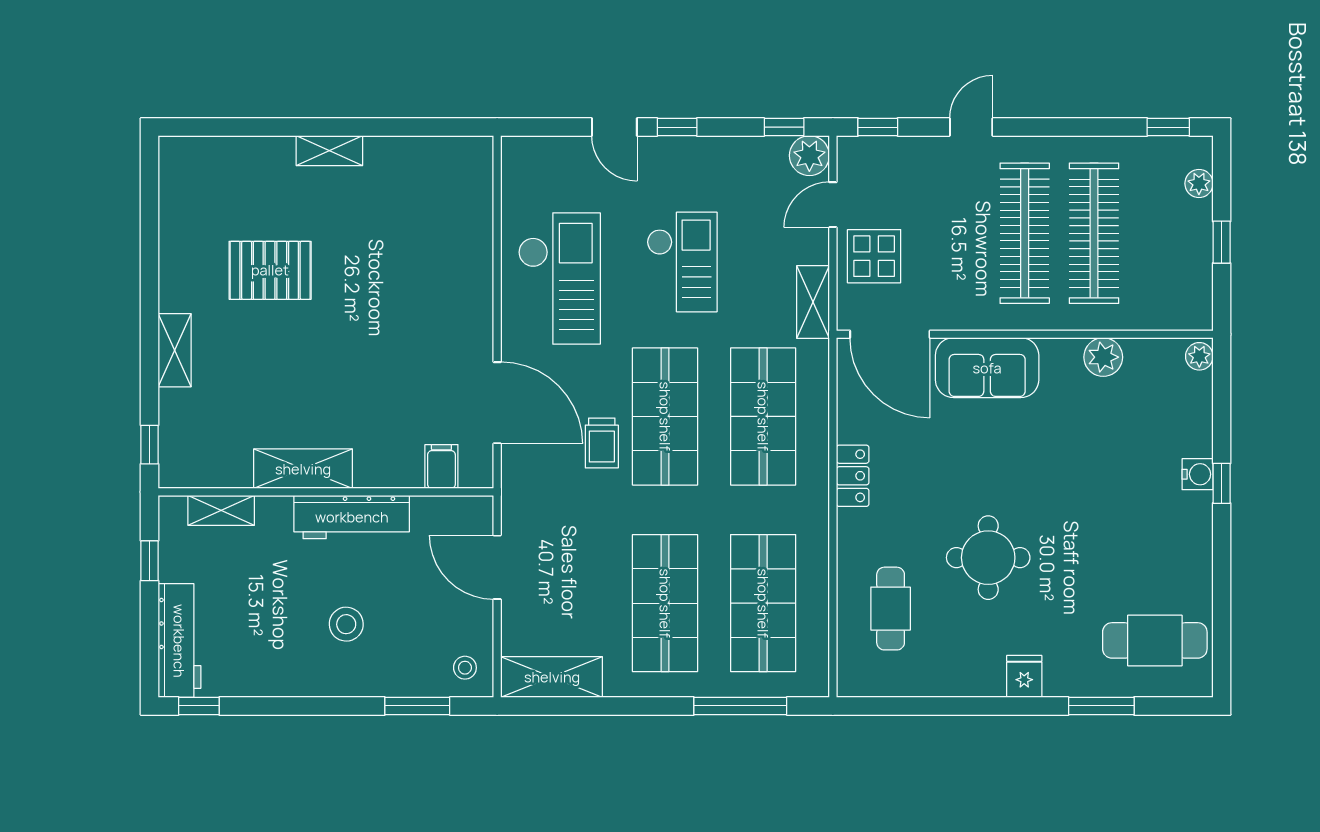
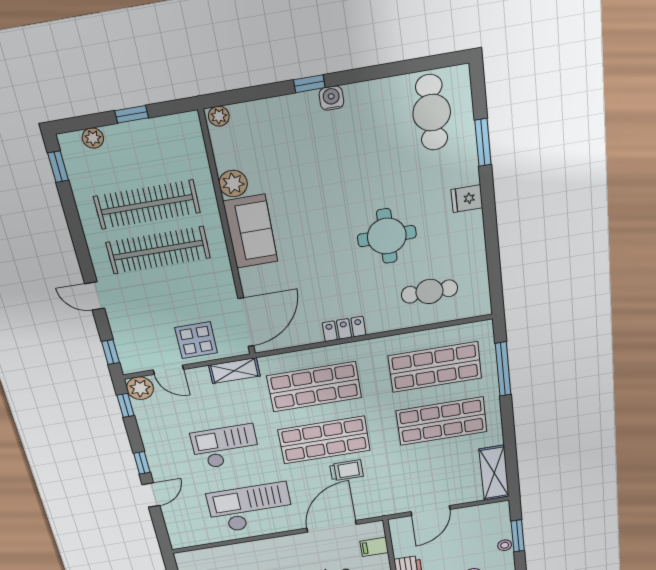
sofa: (987, 368) -> (251, 231), moved
water cooler: (1198, 474) -> (331, 98), moved
stool: (465, 668) -> (505, 545), moved

